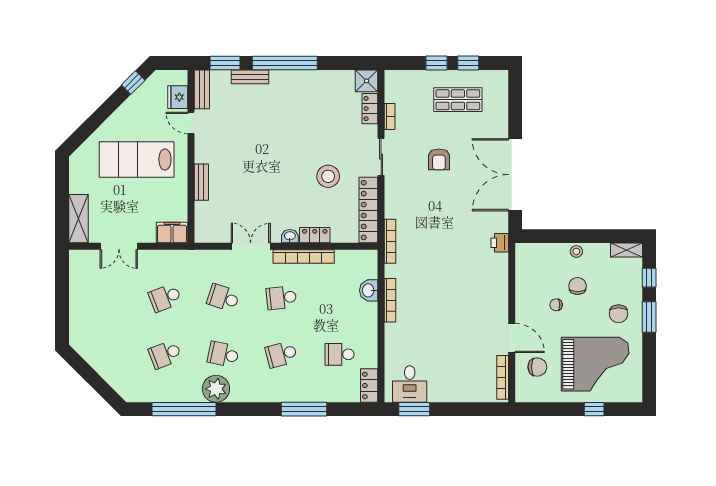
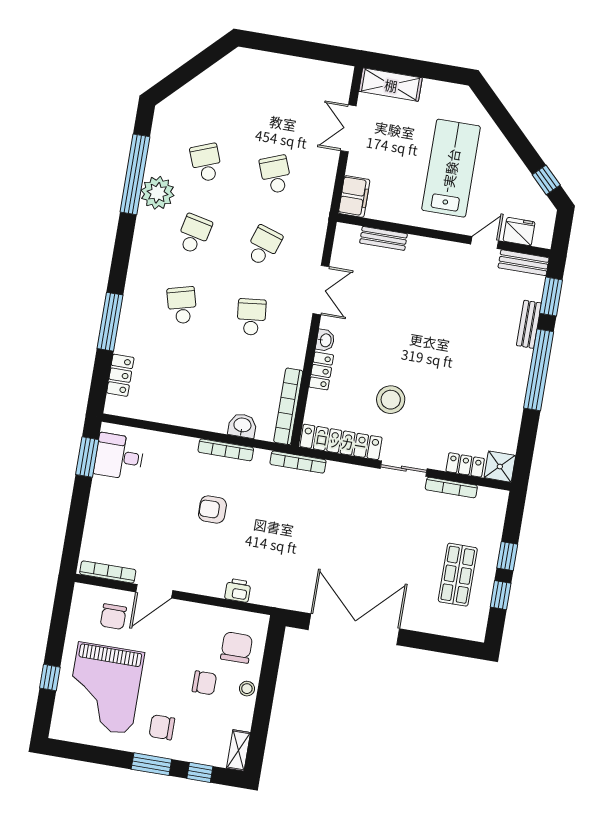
bookcase: (390, 116) -> (451, 487), width x1.56
armchair: (439, 159) -> (212, 509), moved
bench: (201, 182) -> (383, 238), moved
printer: (500, 243) -> (238, 590), moved
bookcase: (304, 257) -> (288, 406), moved
chair: (556, 305) -> (237, 648), moved, width x1.87, depth x1.87
school desk: (339, 354) -> (170, 377), removed
locker: (369, 386) -> (120, 375), moved, turned 90
plant: (216, 389) -> (158, 193), moved

